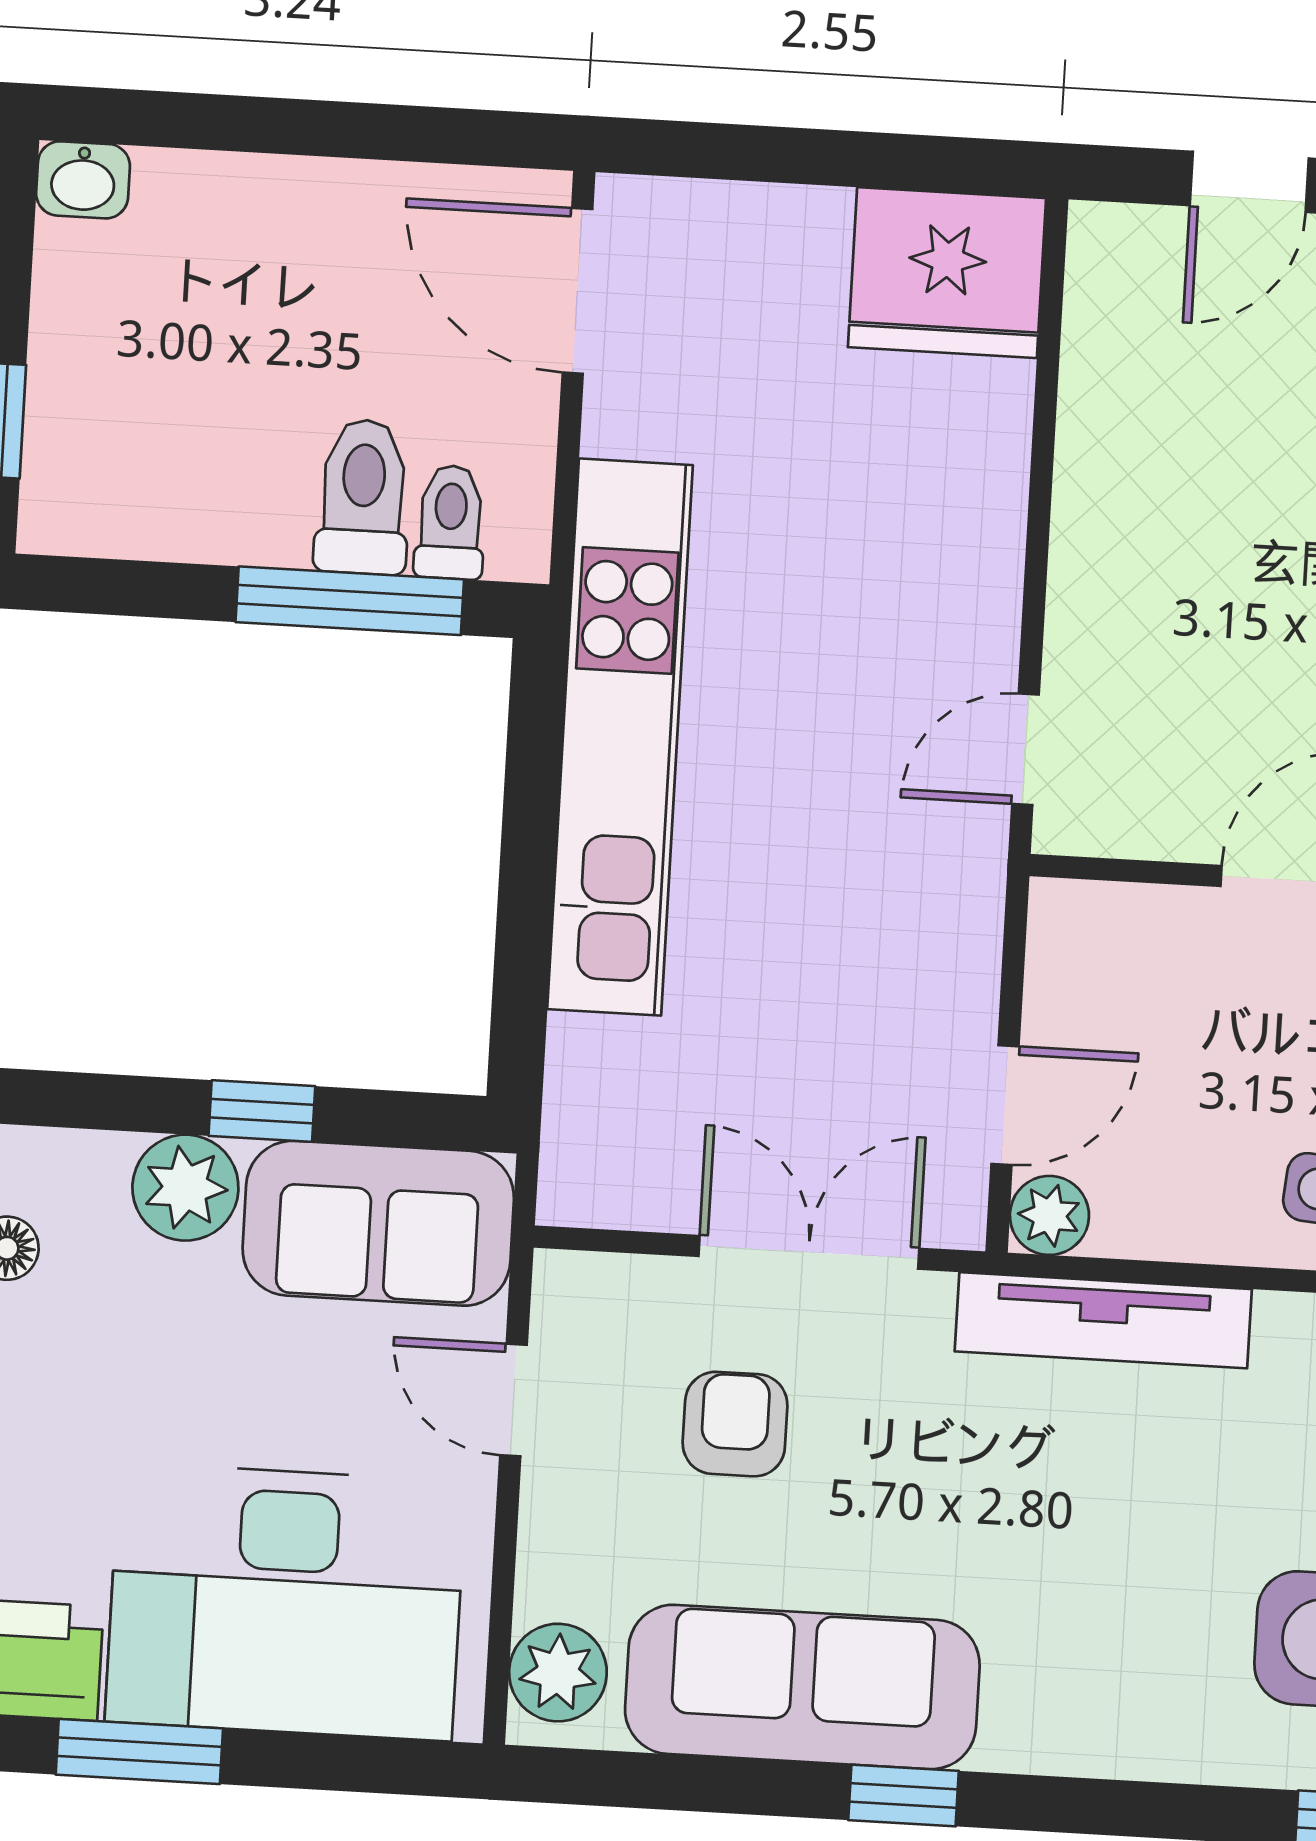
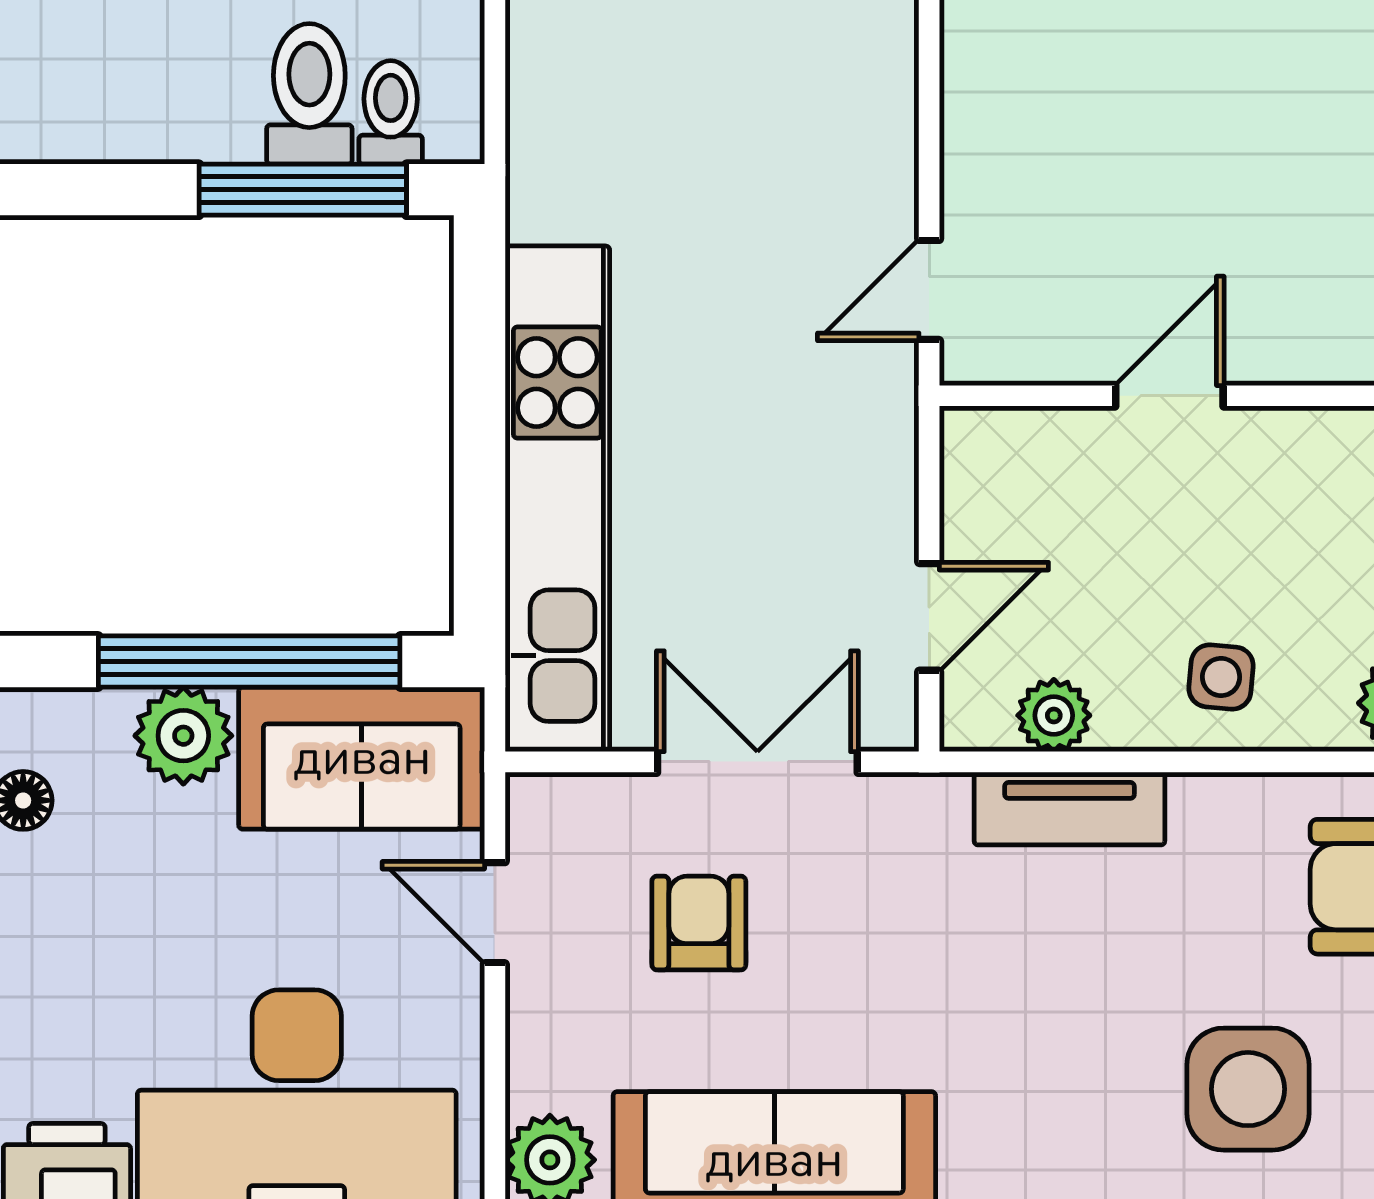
kitchen unit: (620, 737) -> (557, 499), moved
window: (262, 1111) -> (249, 661), width x3.17
plant: (1049, 1215) -> (1054, 715), moved
tv unit: (1103, 1320) -> (1069, 809), width x0.71

